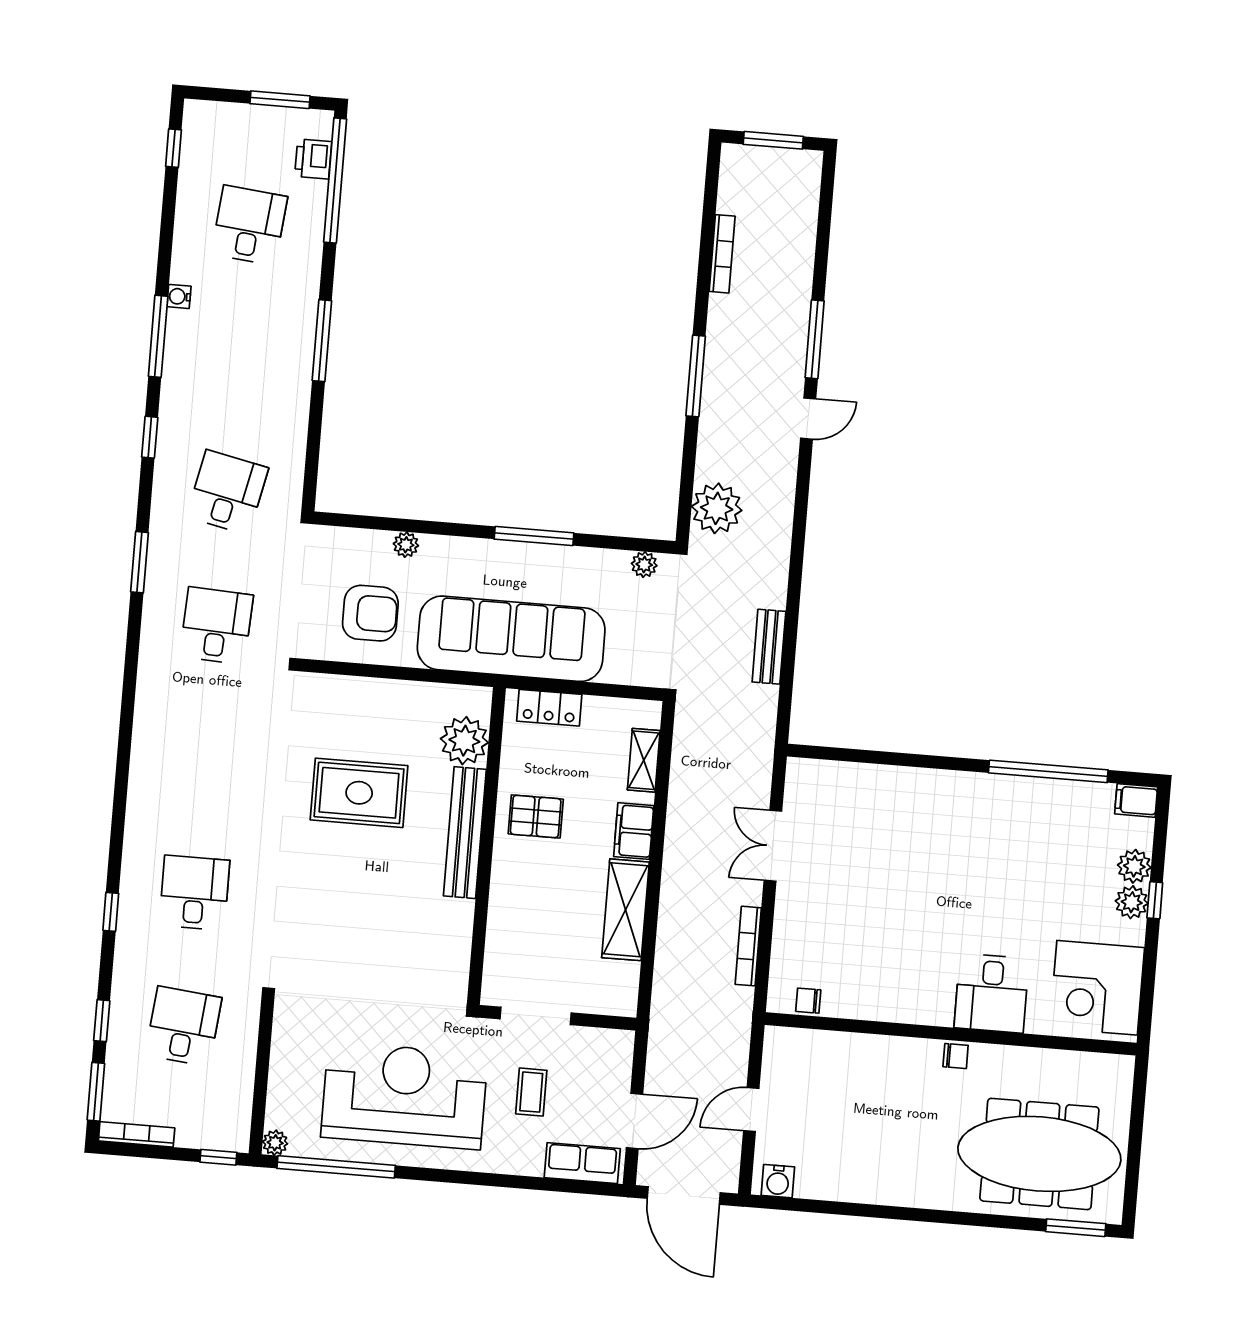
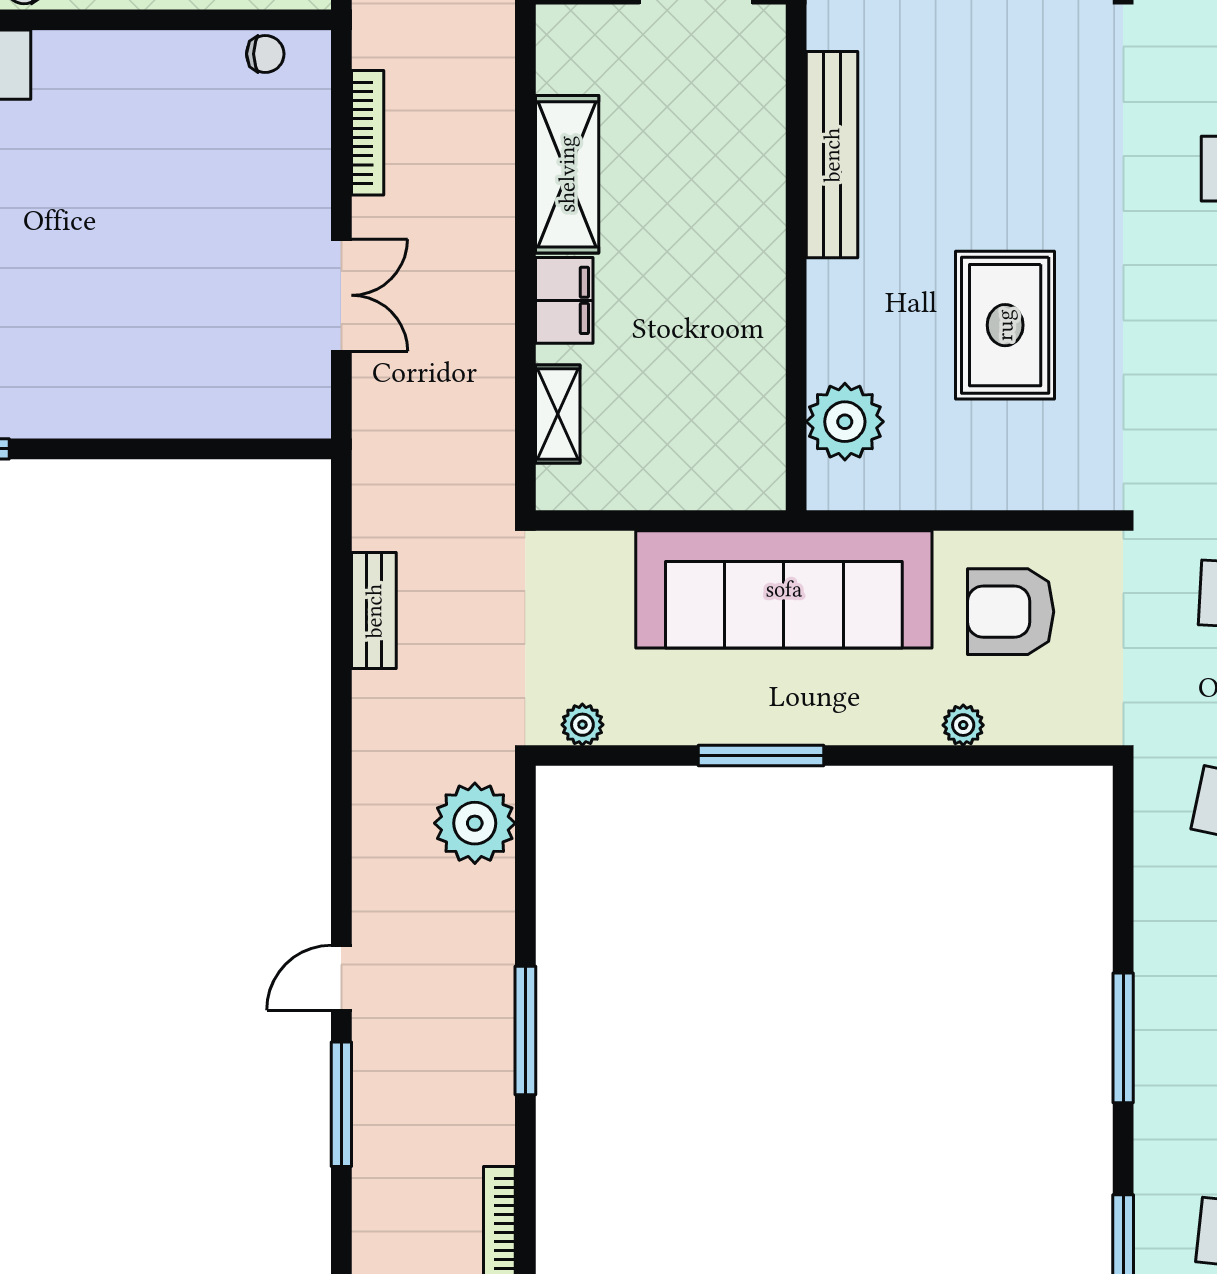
locker: (549, 708) -> (714, 485), removed
rug: (359, 793) -> (1005, 325), turned 90
pallet: (536, 816) -> (722, 311), removed
bench: (465, 833) -> (832, 155), moved

